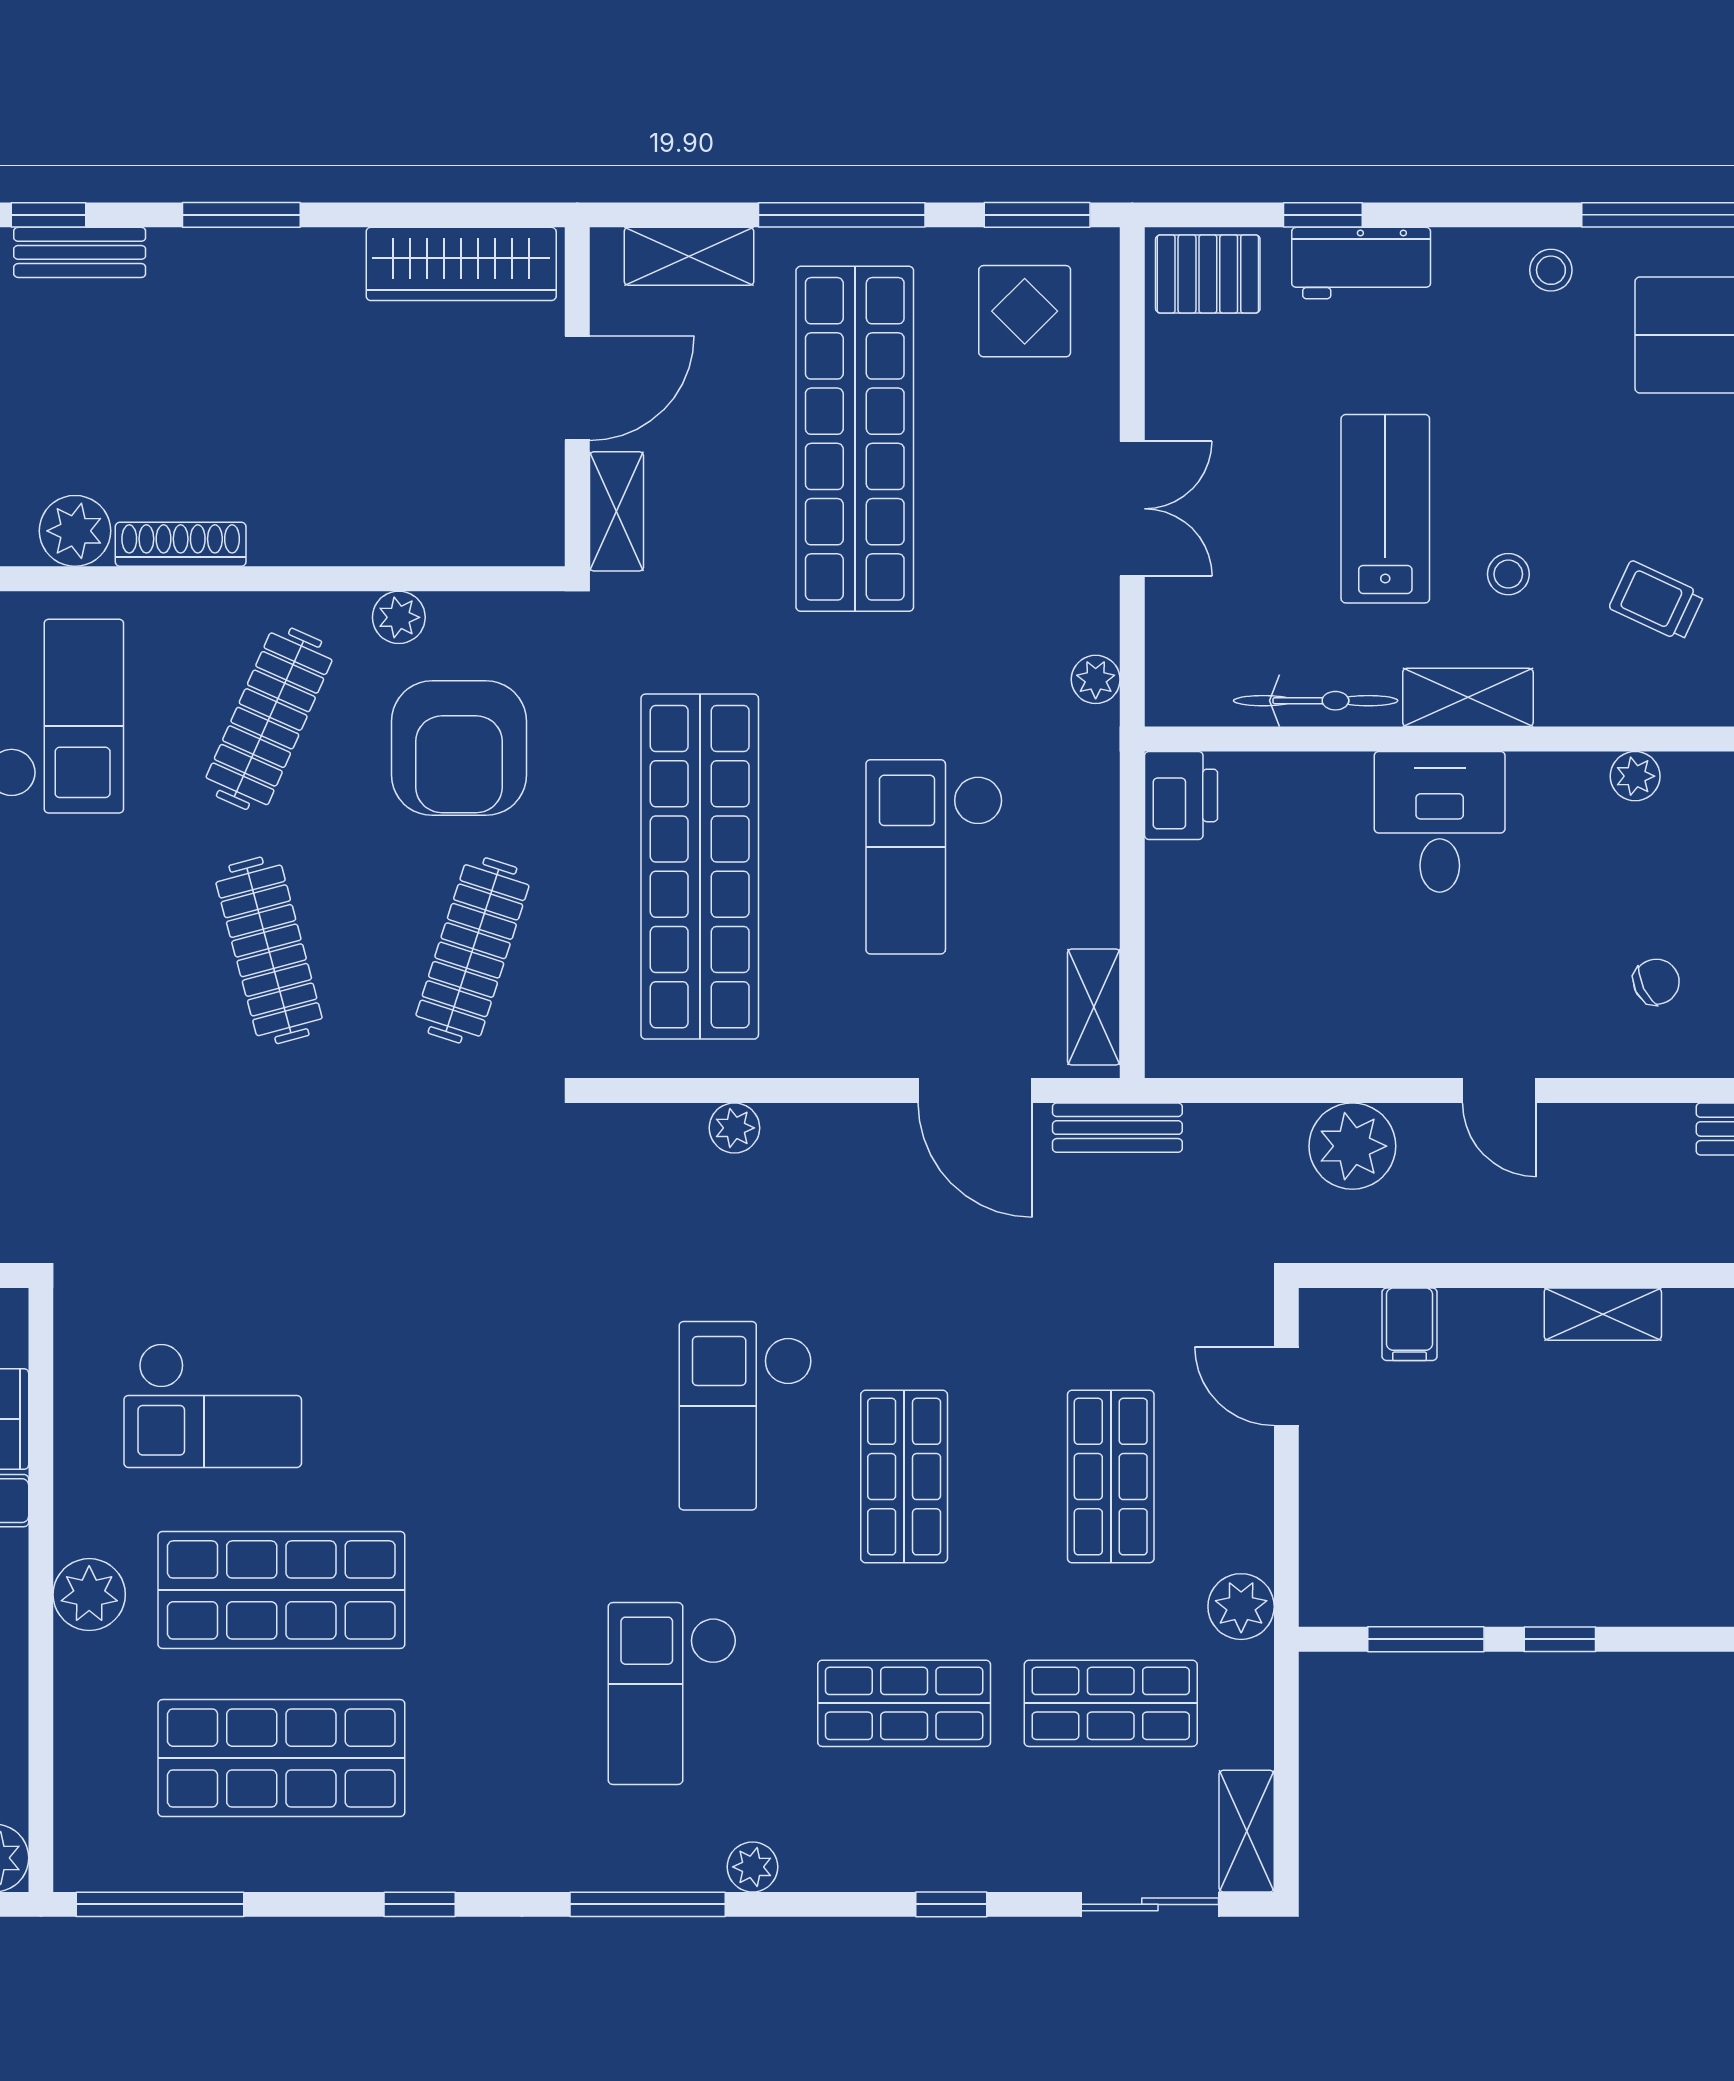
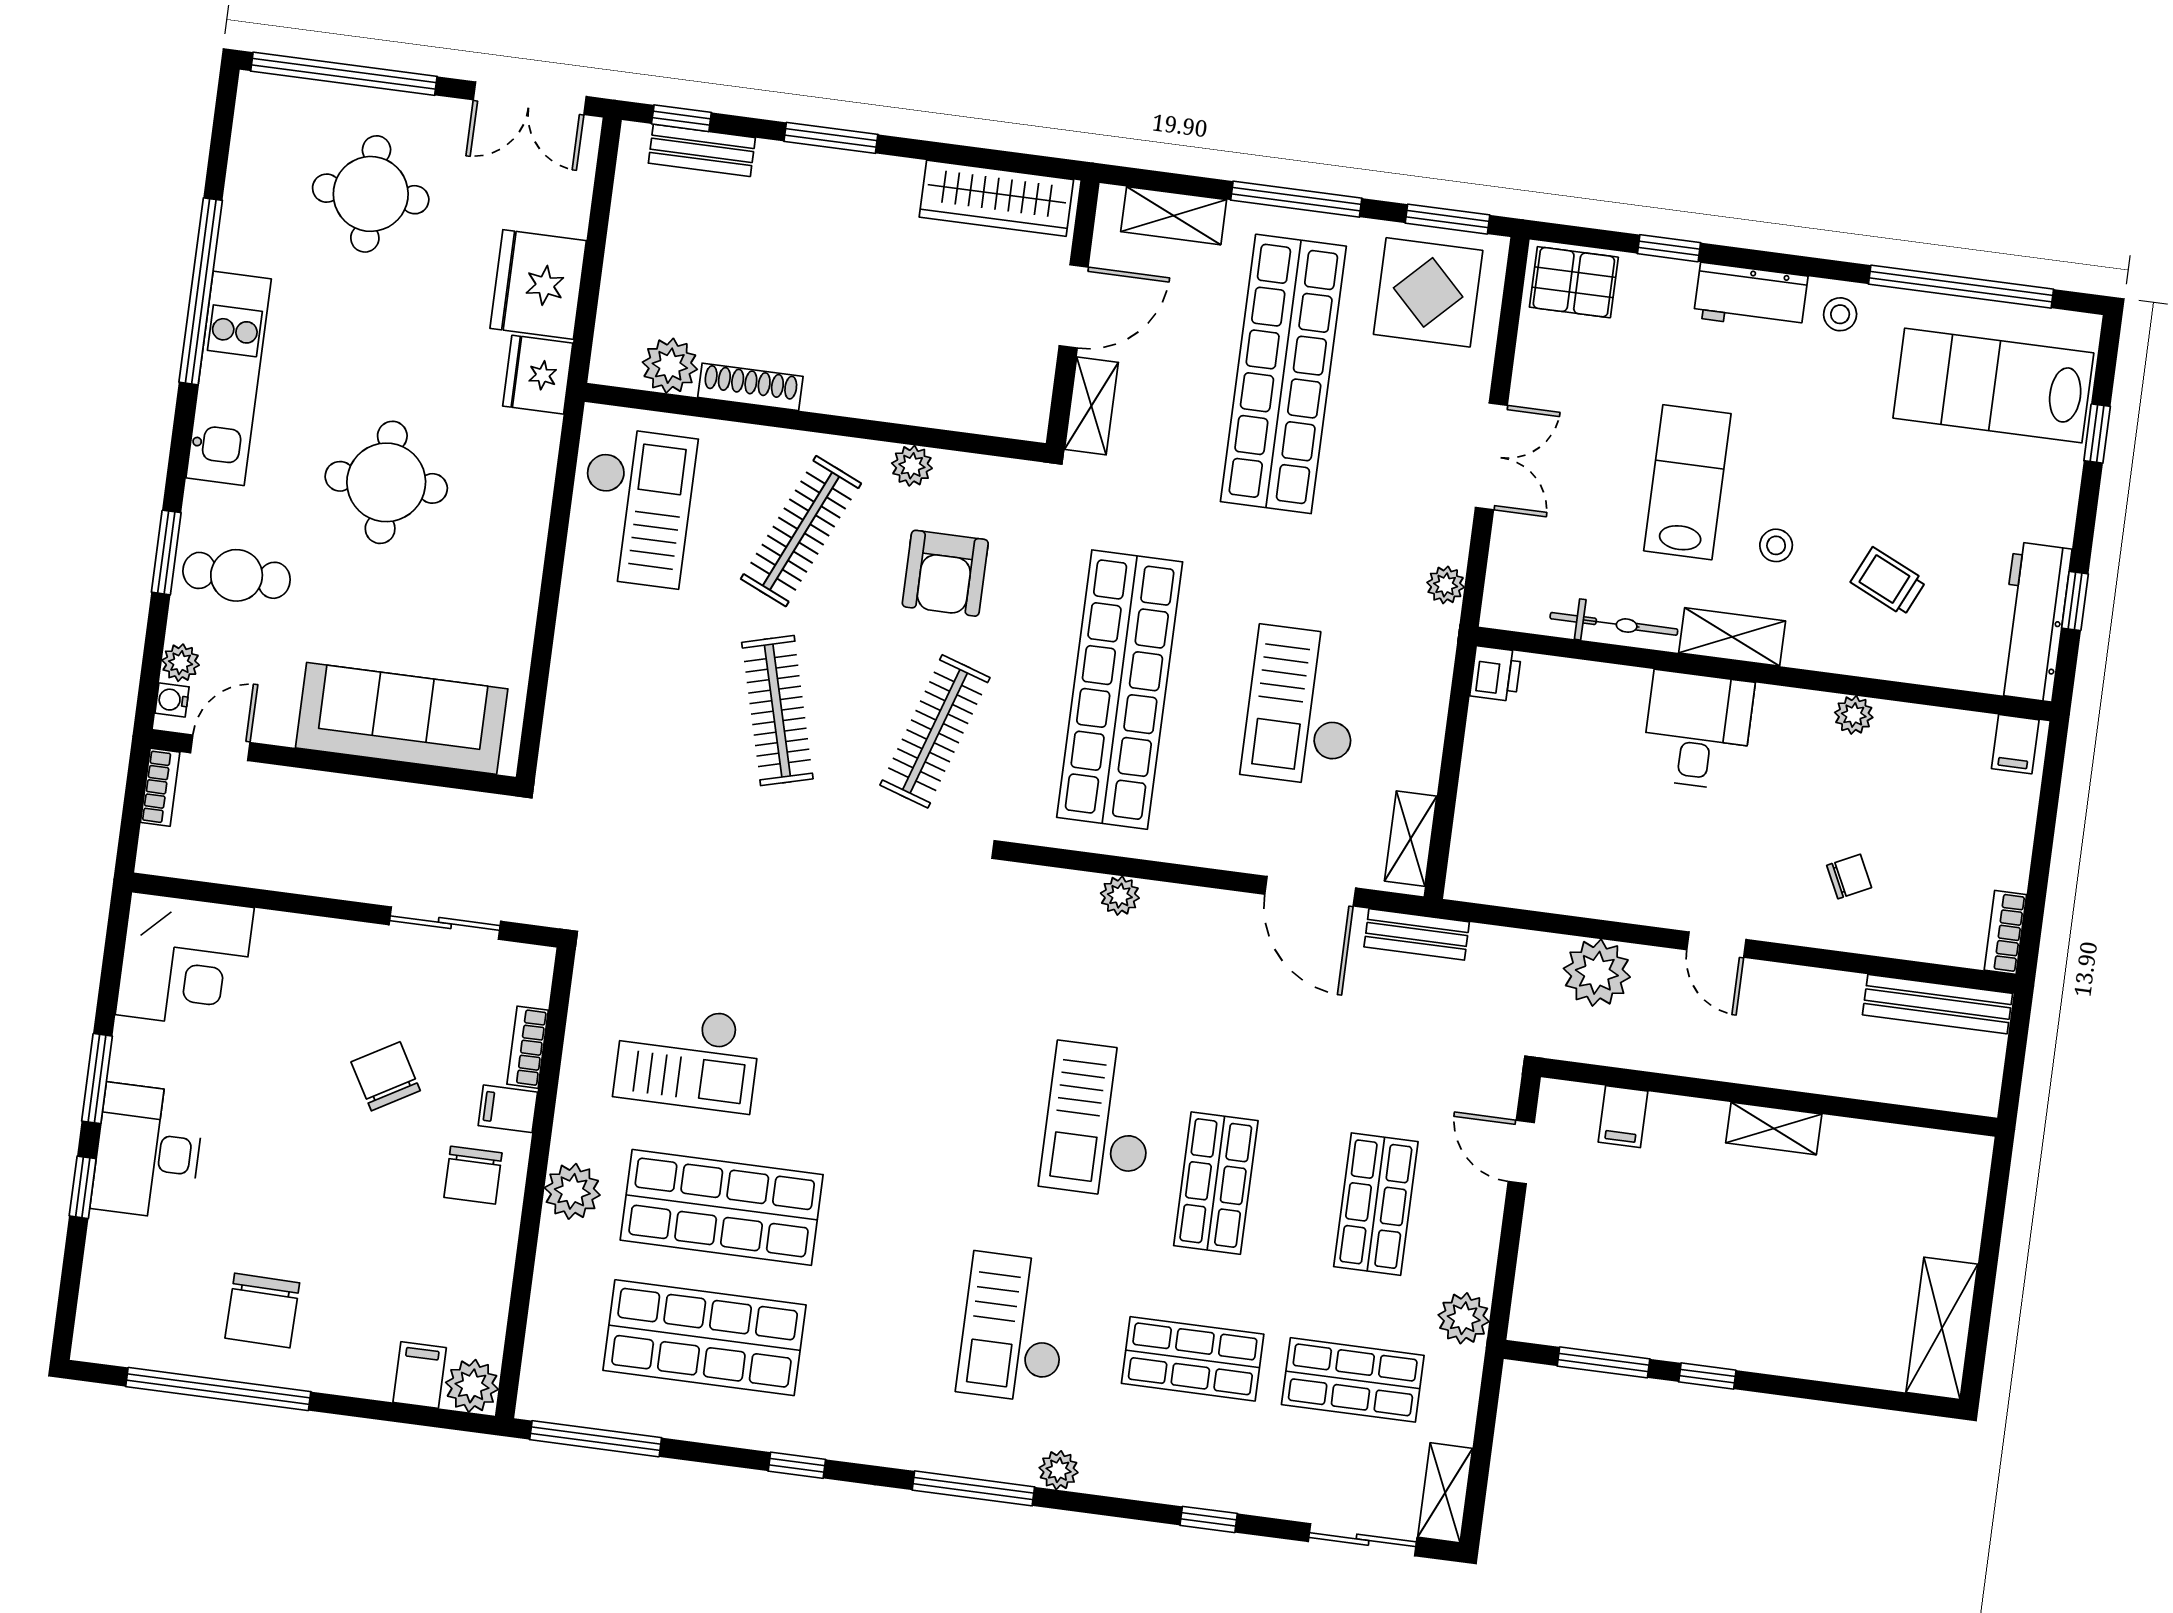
workbench: (1361, 263) -> (1751, 297), moved
display table: (1025, 311) -> (1428, 292), width x1.36, depth x1.36
armchair: (459, 748) -> (945, 573), width x0.73, depth x0.73
printer: (1181, 795) -> (1496, 674), width x0.73, depth x0.81

